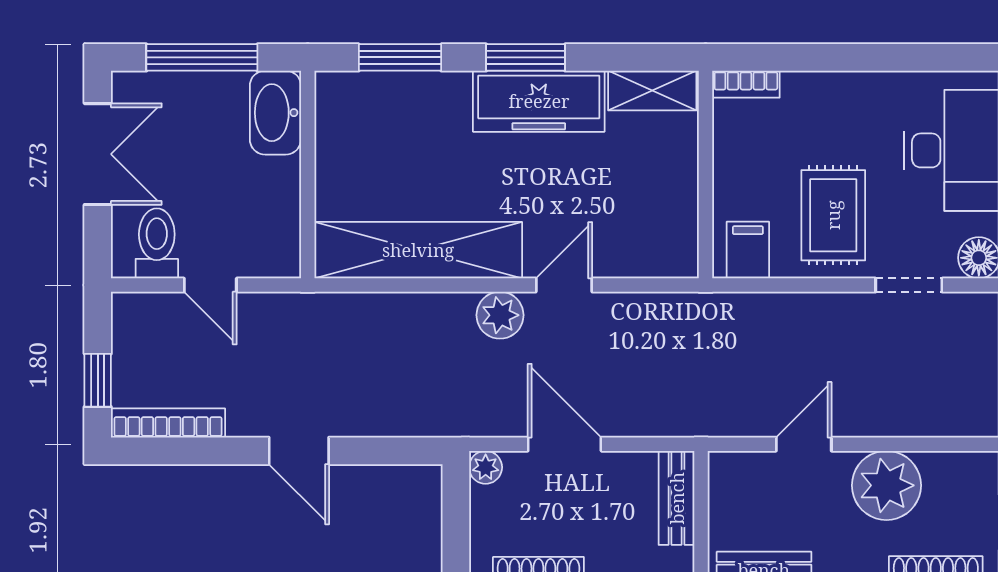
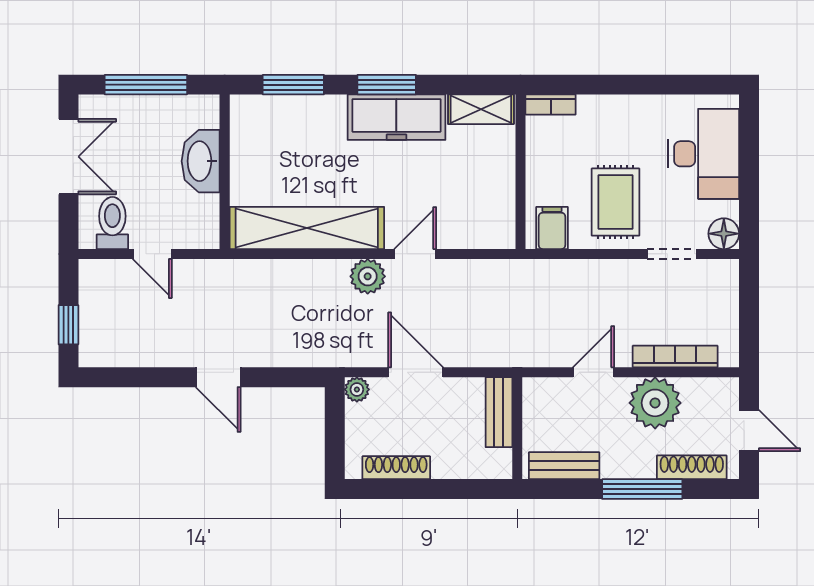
washbasin: (275, 113) -> (201, 161), moved
bookcase: (168, 423) -> (675, 357), moved

